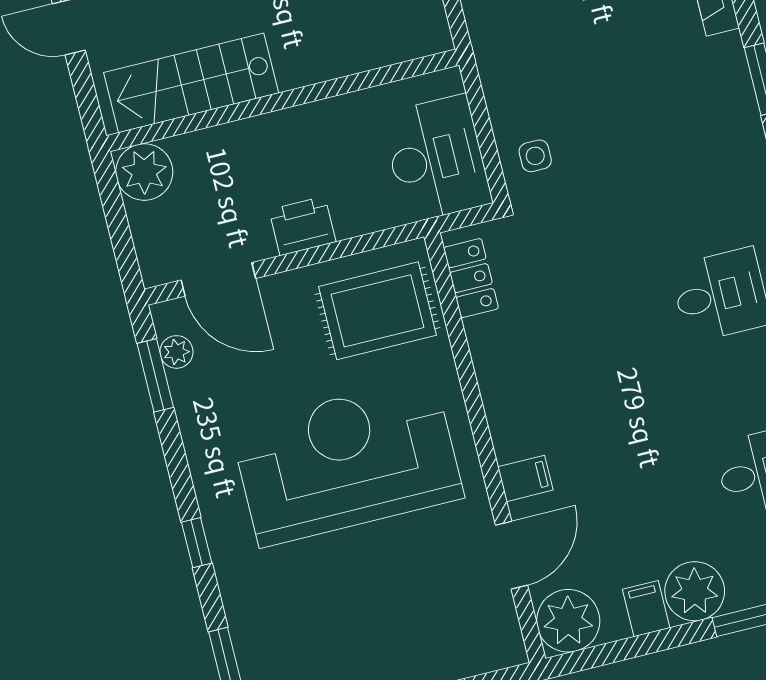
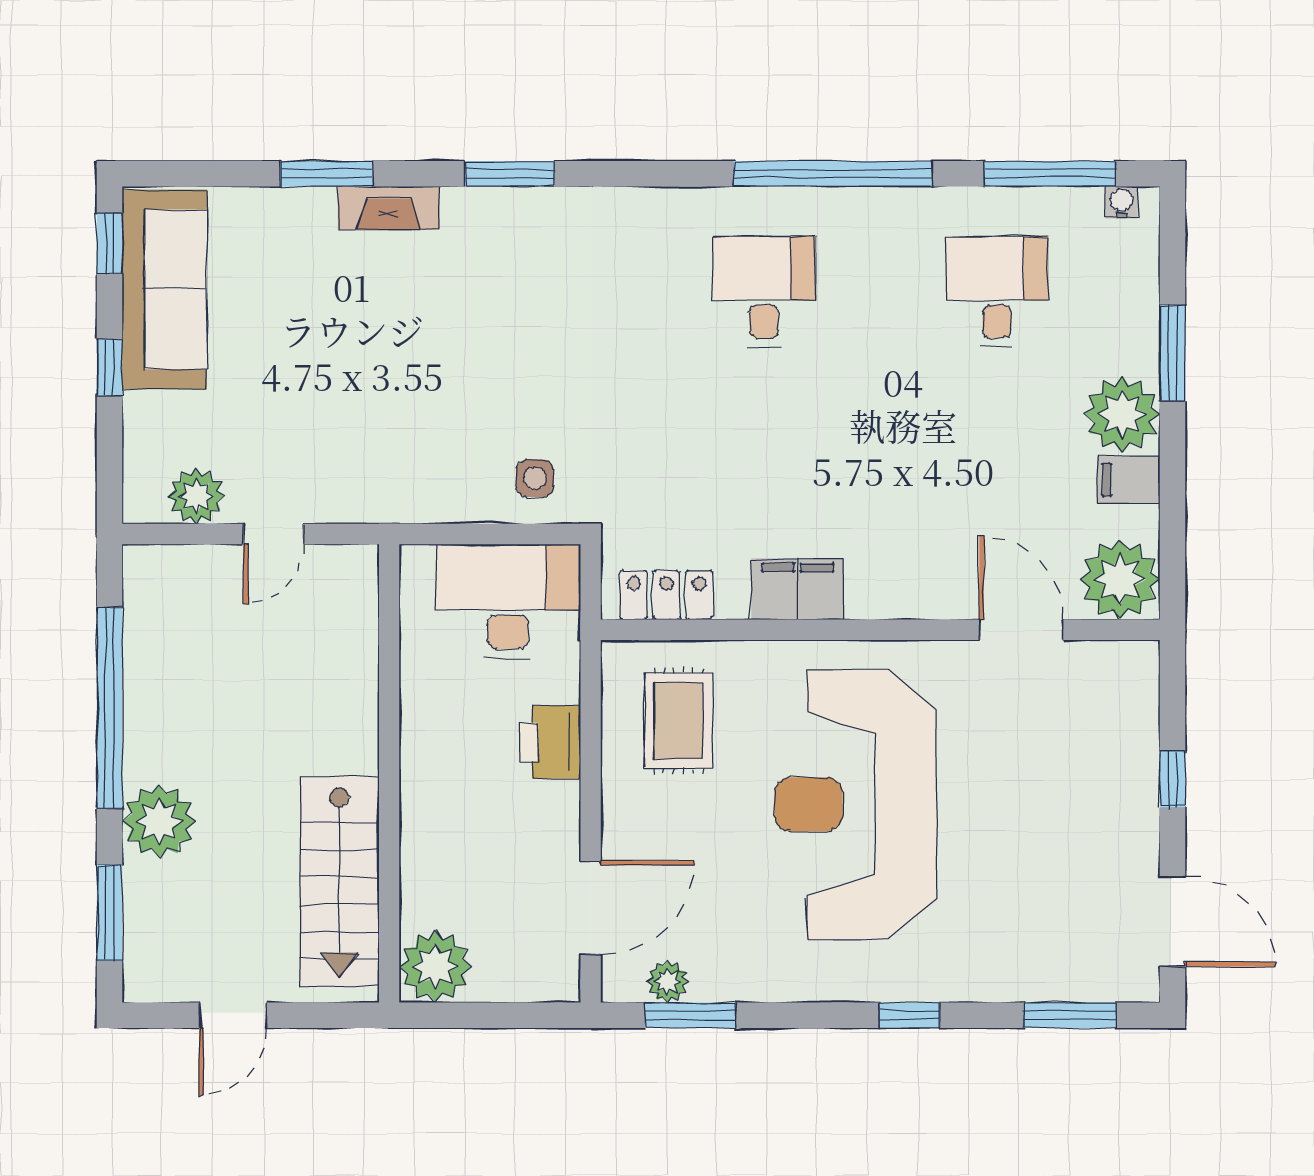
printer: (302, 226) -> (550, 742), moved
rug: (378, 311) -> (678, 721), width x0.73, depth x0.70
filing cabinet: (525, 478) -> (797, 589), moved, width x2.00

